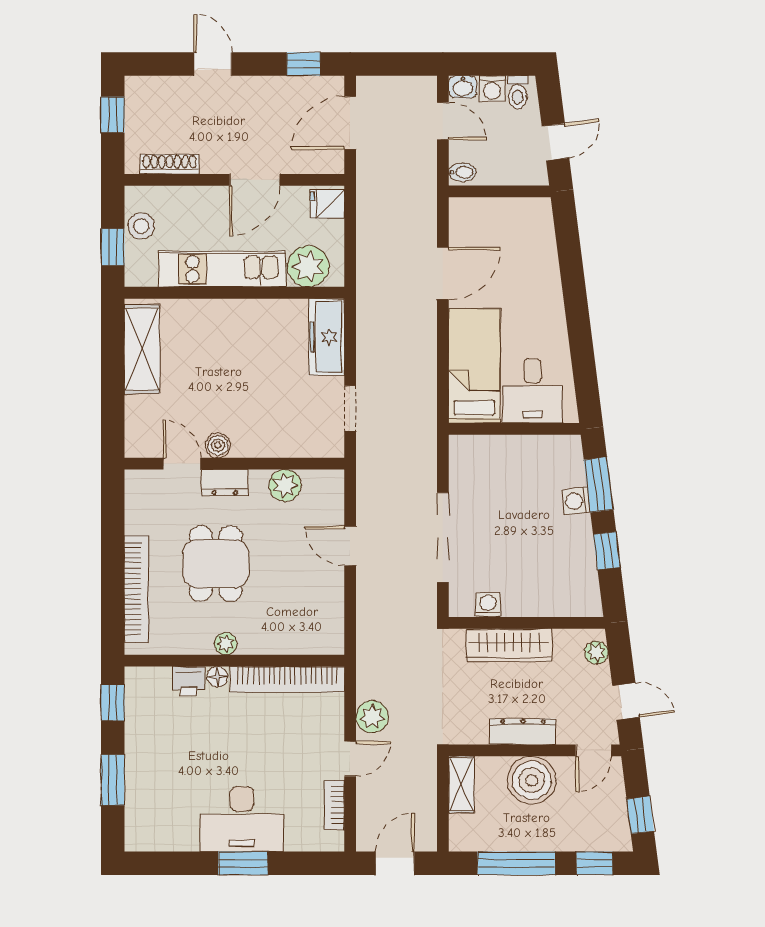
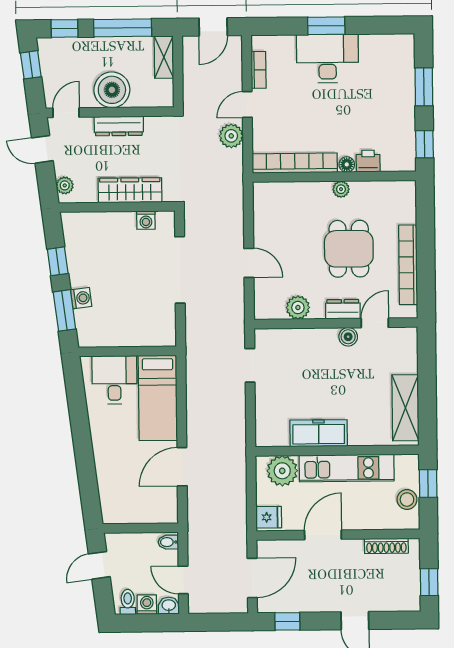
freezer: (327, 337) -> (319, 433), moved, turned -90
door: (182, 464) -> (375, 323), swing flipped
bookcase: (136, 589) -> (408, 265), moved
shelving: (461, 785) -> (164, 57), moved

